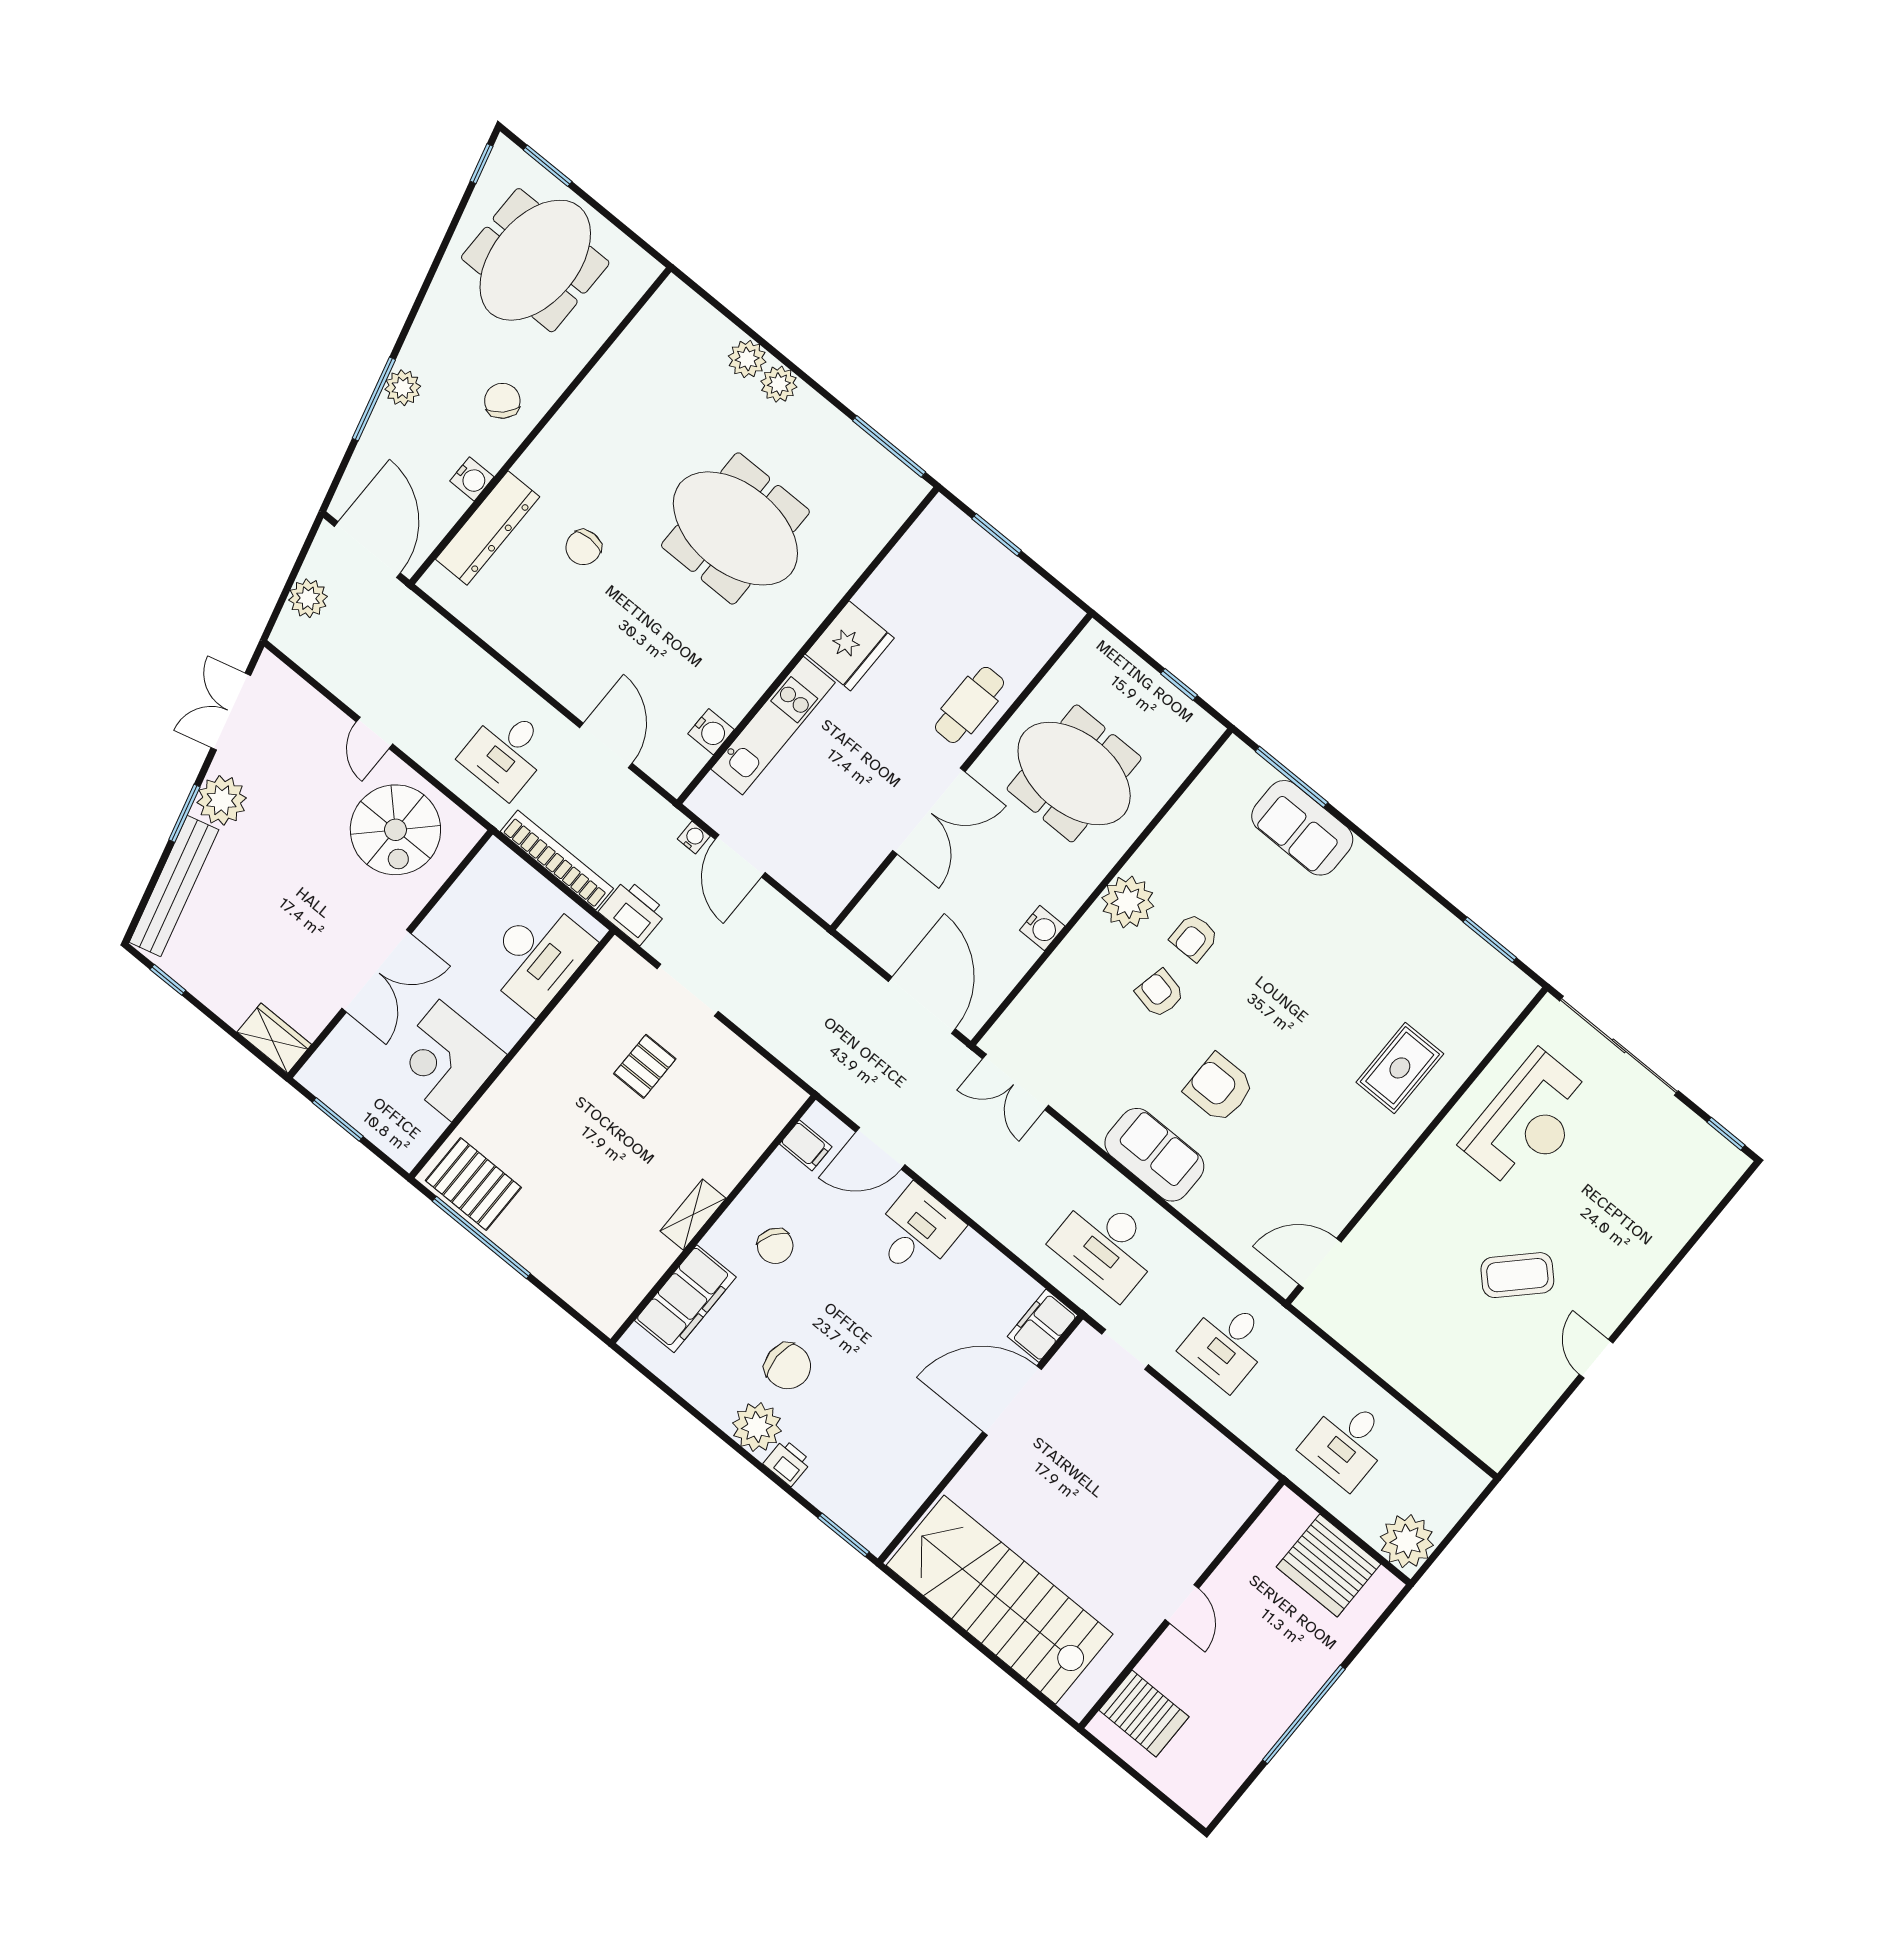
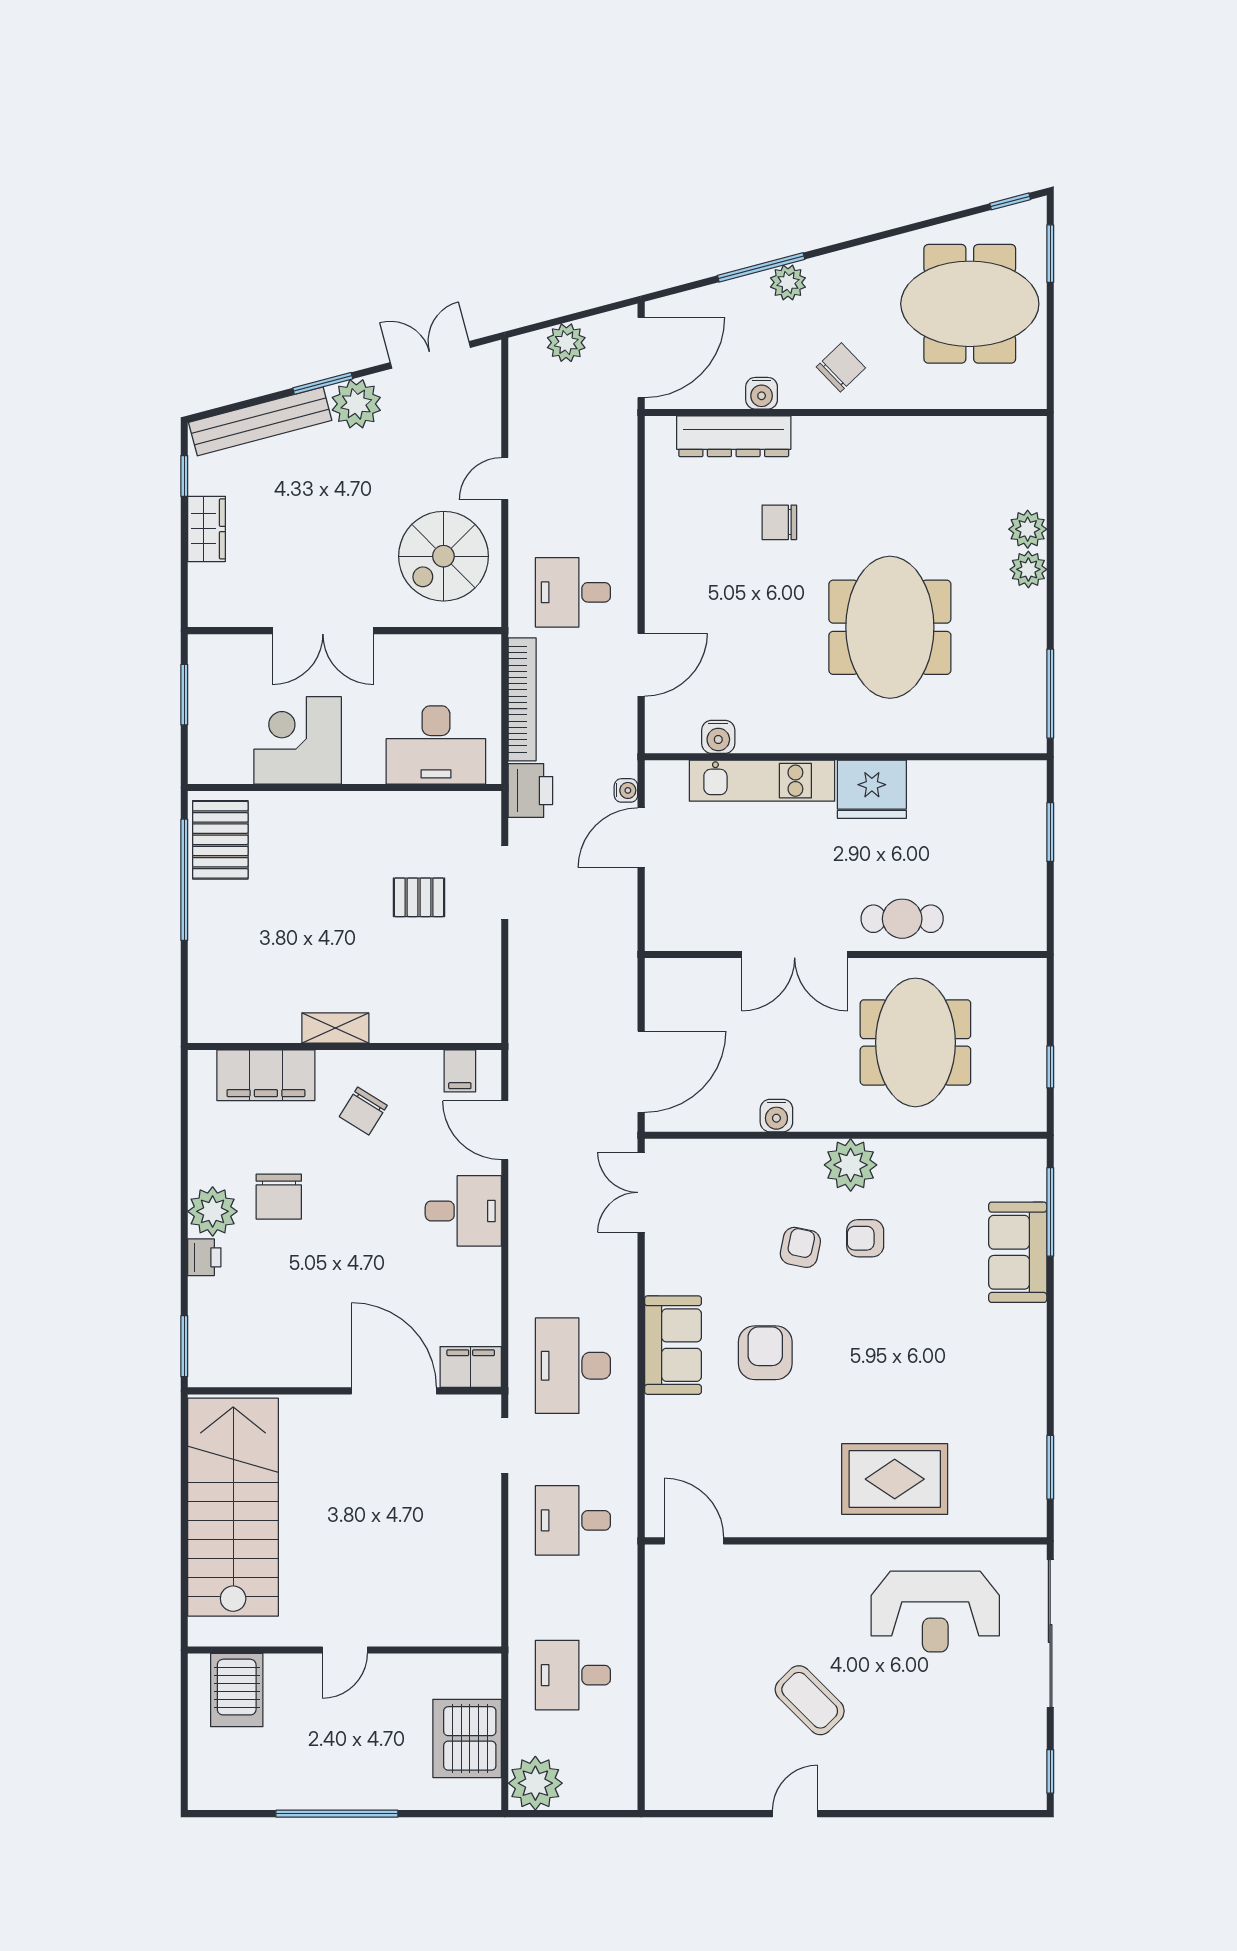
wardrobe: (274, 1038) -> (207, 529), moved
rug: (1400, 1068) -> (895, 1479), width x1.36, depth x1.43

